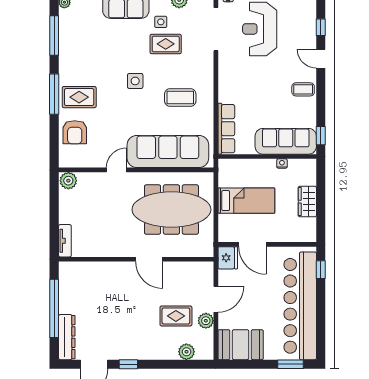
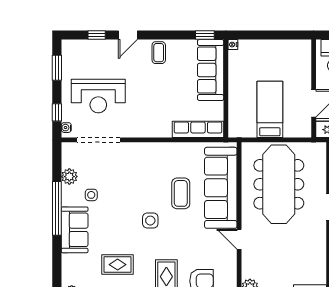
rug: (166, 44) -> (118, 265), moved, turned 90
coffee table: (180, 97) -> (181, 193), moved
nightstand: (282, 164) -> (233, 45), moved
wardrobe: (307, 202) -> (271, 48), removed

